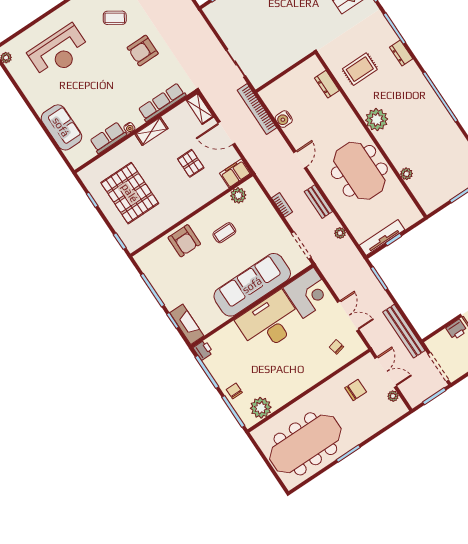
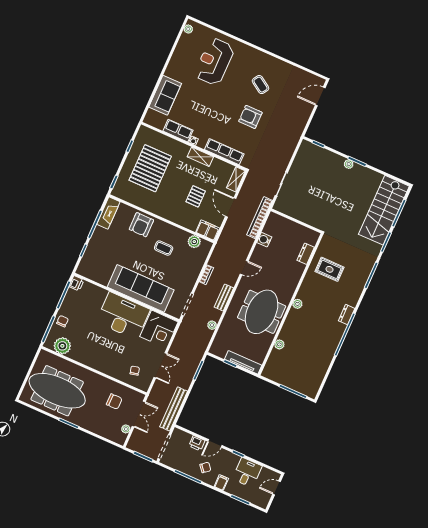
reception desk: (59, 52) -> (214, 62), turned 90
dresser: (401, 53) -> (347, 315), moved
plant: (377, 120) -> (297, 304), width x0.53, depth x0.53
tv unit: (382, 238) -> (243, 362), moved
fireplace: (187, 324) -> (108, 213), moved

